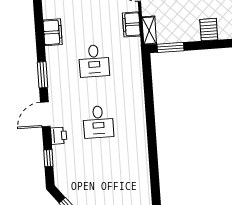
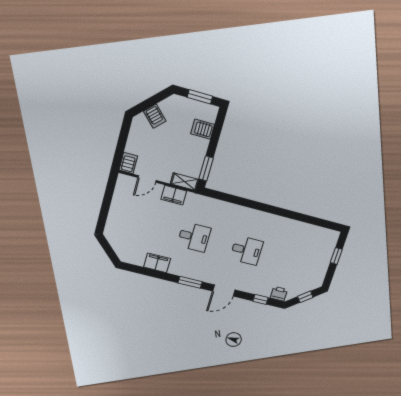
door: (45, 114) -> (224, 290), hinge flipped
printer: (59, 136) -> (279, 294), moved

